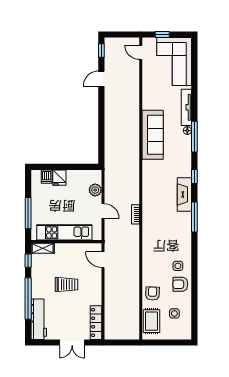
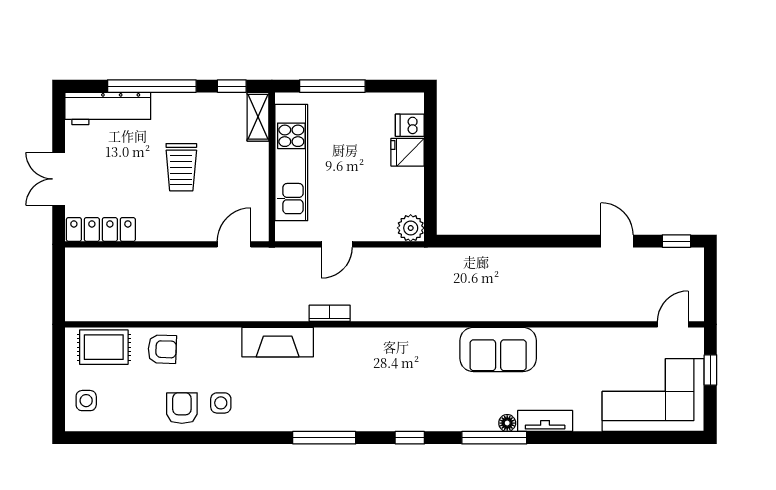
tv unit: (186, 107) -> (545, 421), width x0.71
sofa: (153, 135) -> (498, 349), width x0.73
plant: (95, 190) -> (411, 228), moved
fireplace: (184, 194) -> (278, 342), moved, turned 180
side table: (174, 313) -> (86, 401), moved

